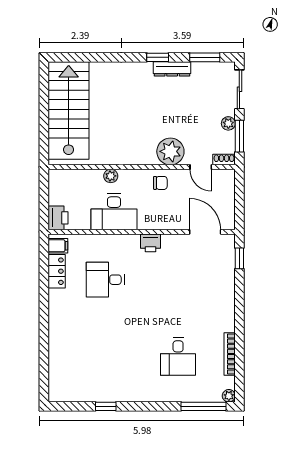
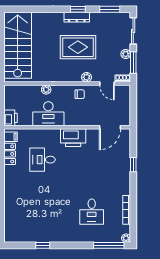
dresser: (172, 69) -> (77, 17), moved
rug: (158, 113) -> (78, 47), added
plant: (170, 151) -> (86, 77), width x0.53, depth x0.53
door: (205, 232) -> (110, 127), swing flipped
printer: (150, 243) -> (73, 138), width x1.87, depth x1.48
window: (239, 258) -> (133, 165), moved

